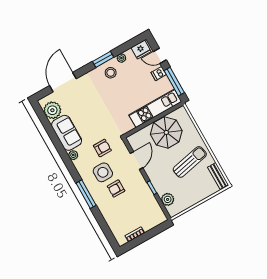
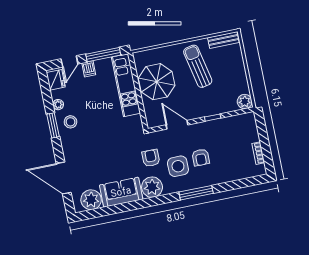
plant: (73, 155) -> (152, 187), width x1.87, depth x1.87
plant: (168, 199) -> (245, 102), moved

